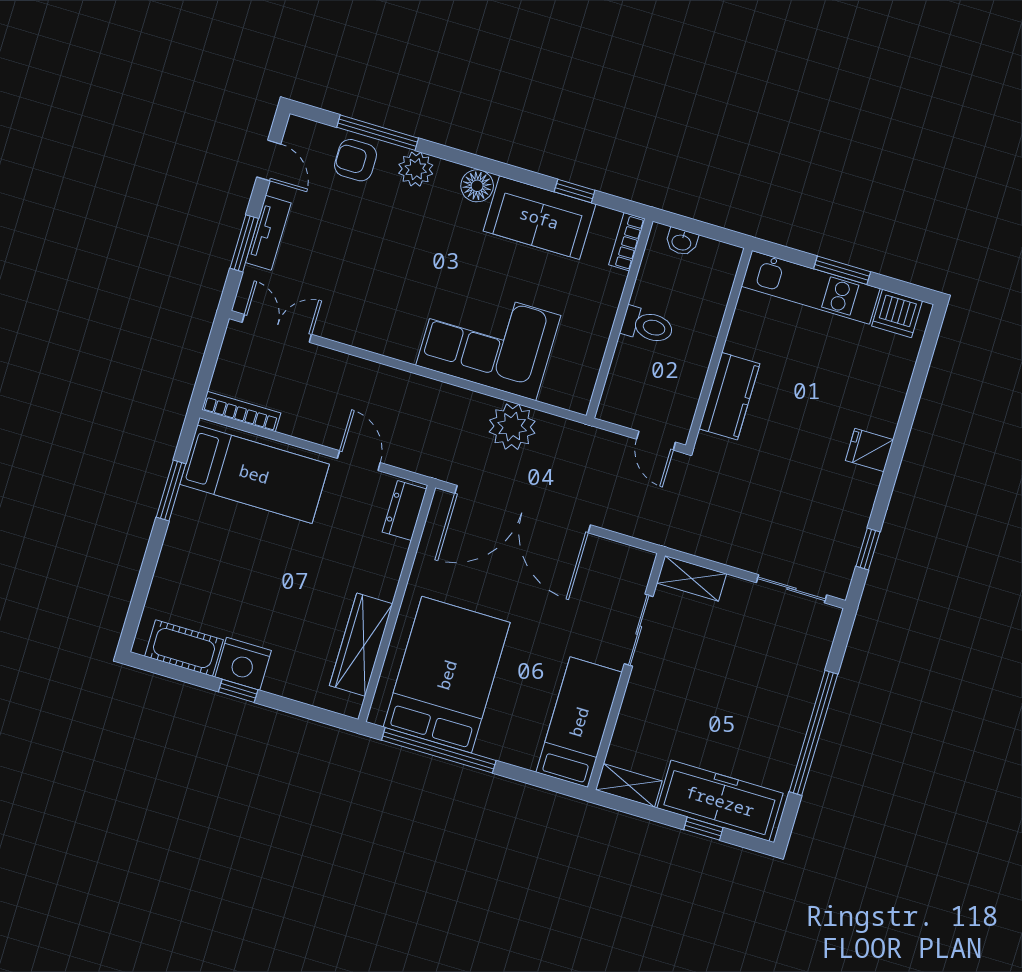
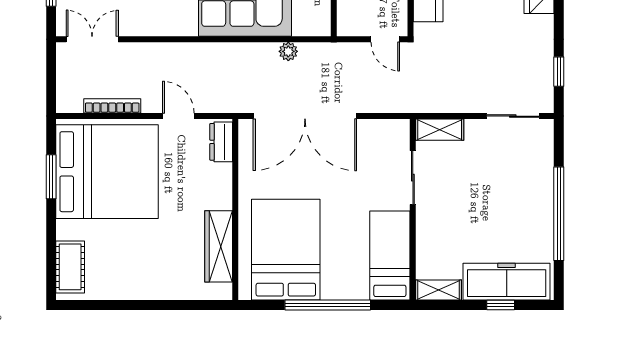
bookcase: (241, 411) -> (112, 106), moved
plant: (512, 427) -> (288, 51), width x0.53, depth x0.53
bed: (254, 474) -> (107, 172), width x2.04
cot: (184, 648) -> (70, 267), moved, turned 90
nightstand: (243, 664) -> (139, 285), removed
window: (238, 691) -> (141, 305), removed
window: (439, 750) -> (328, 305), moved

